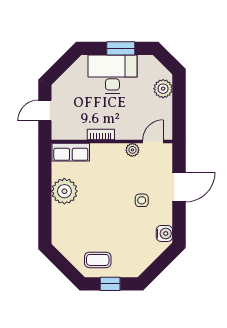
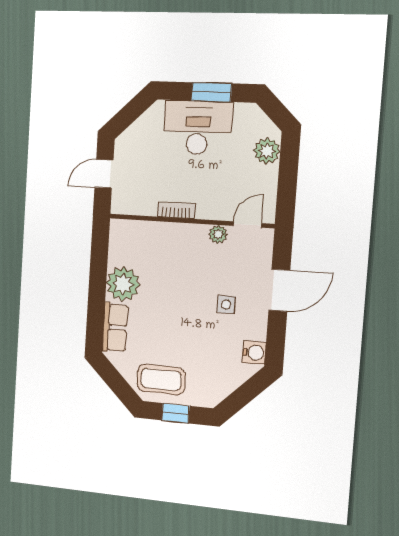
row of seats: (71, 152) -> (115, 327), moved, turned -90
coffee table: (98, 260) -> (161, 380), width x1.36, depth x1.30

